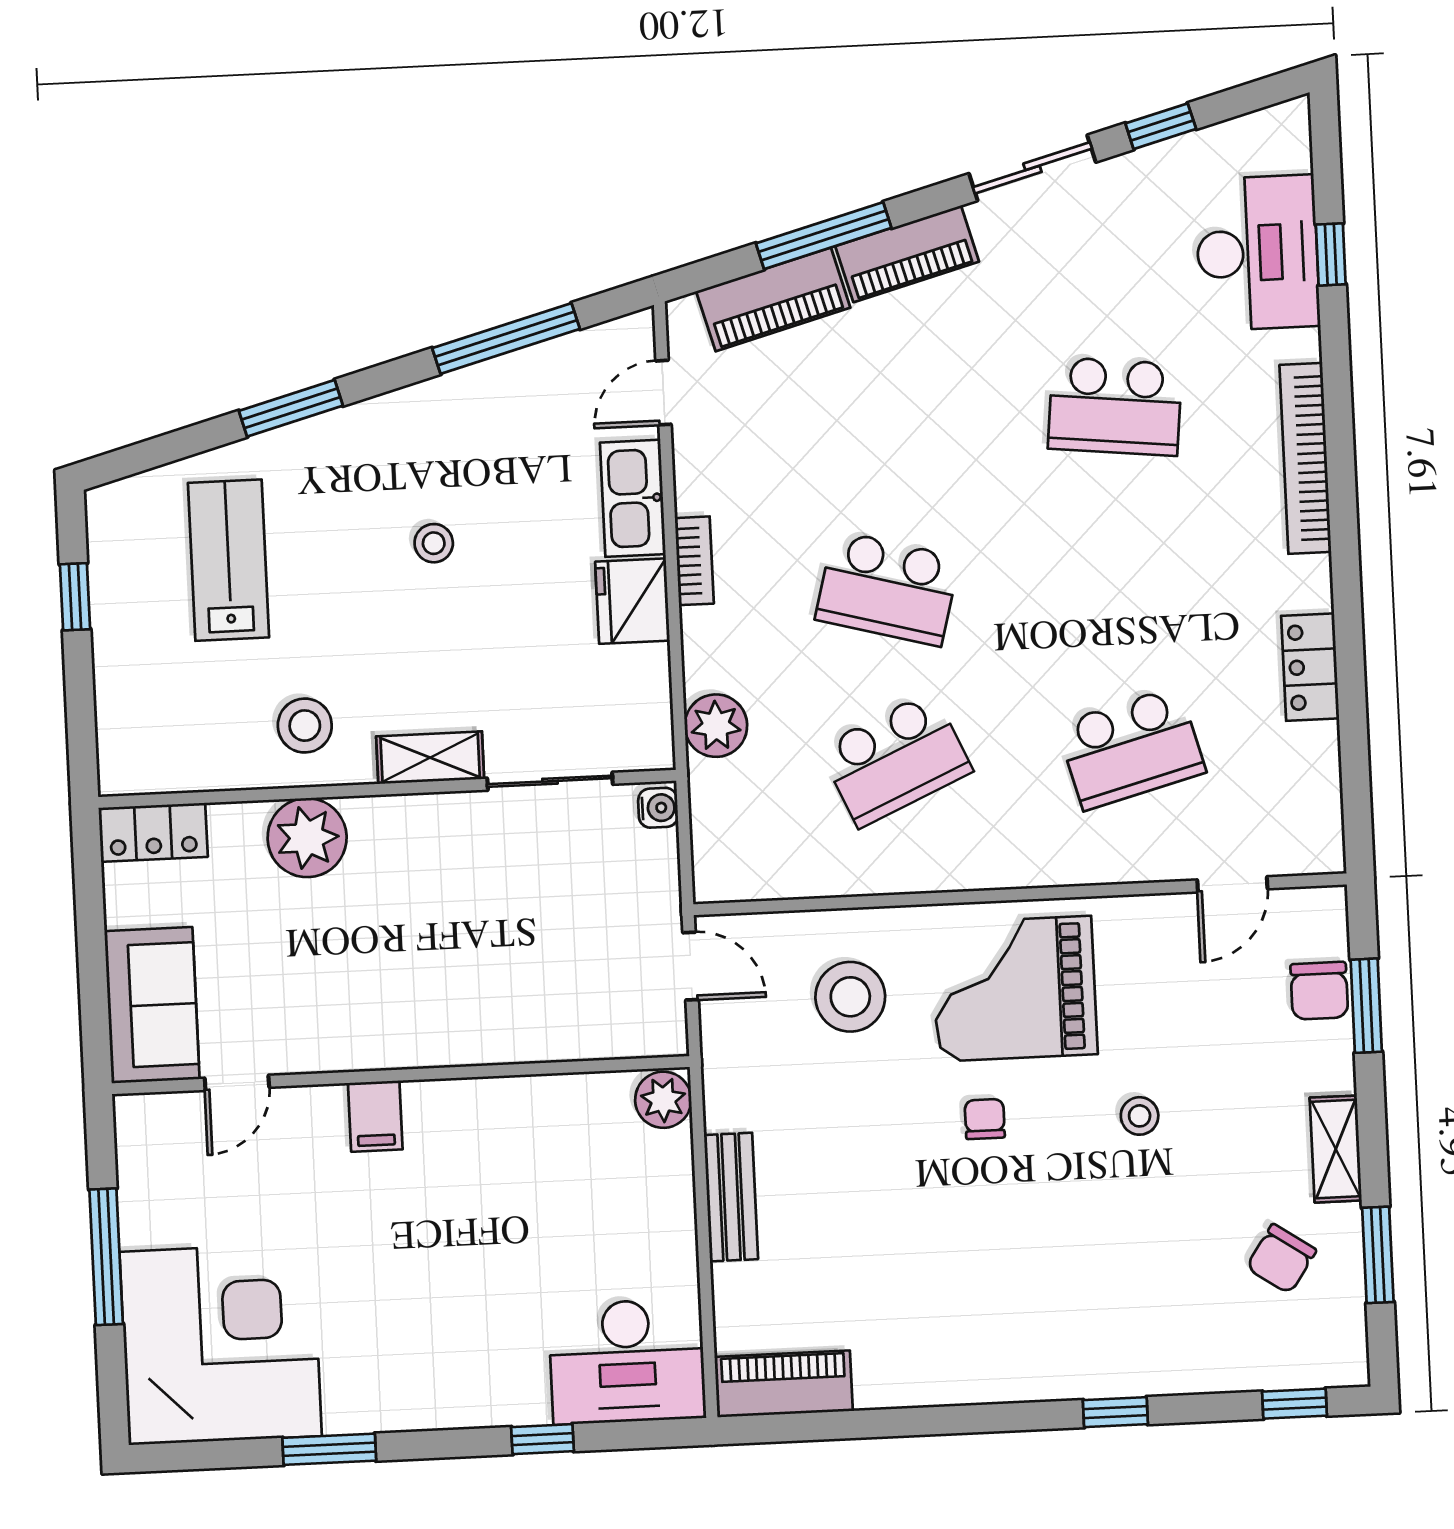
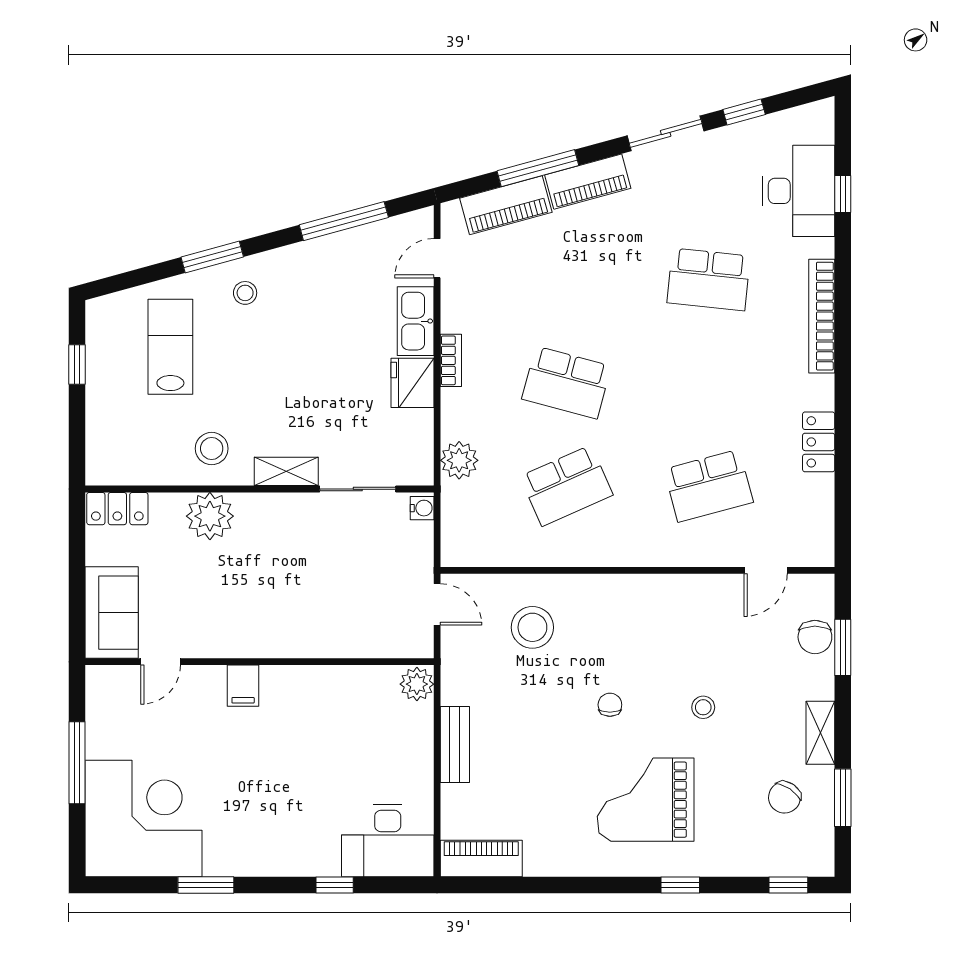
stool: (434, 543) -> (245, 293), moved
grand piano: (1015, 989) -> (646, 800), moved

